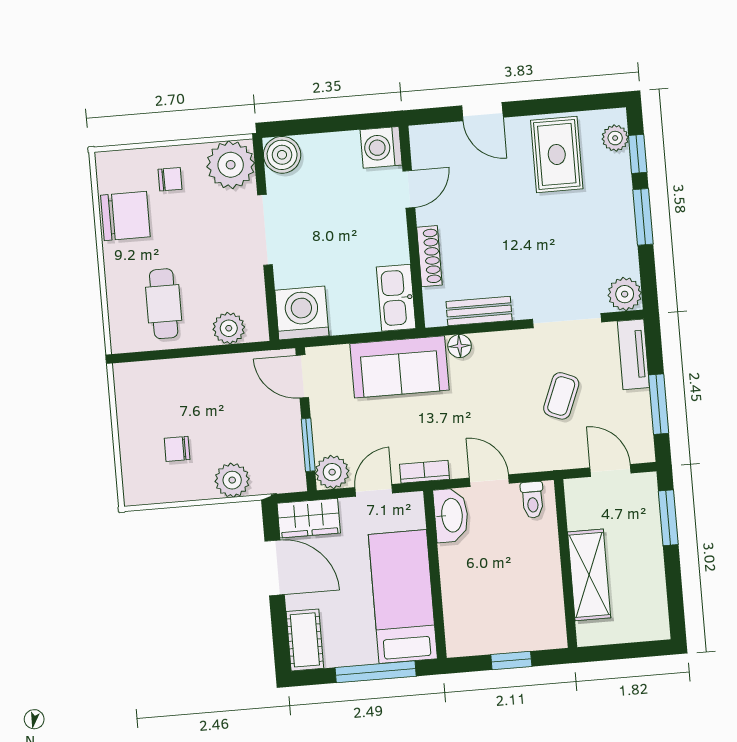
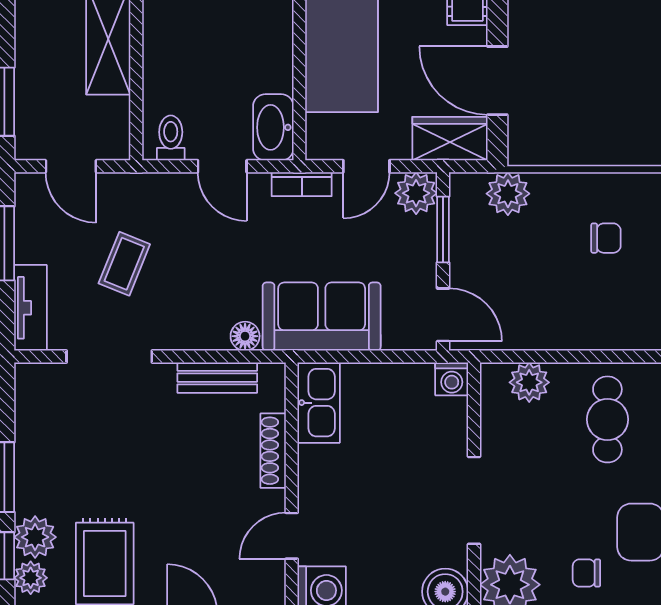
plant: (625, 294) -> (35, 537), moved
washing machine: (302, 313) -> (452, 379), width x0.53, depth x0.53
plant: (232, 480) -> (508, 194), moved

